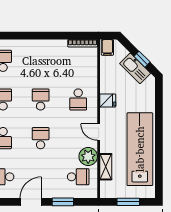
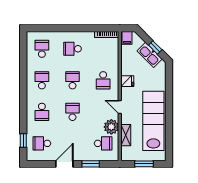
school desk: (41, 61) -> (73, 49), added

